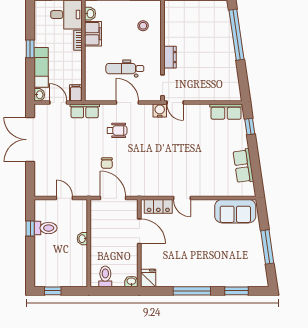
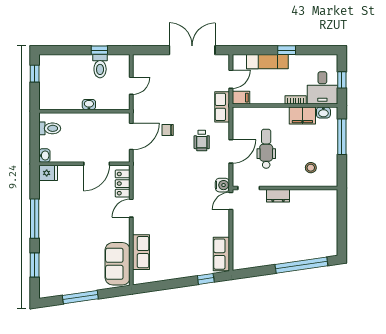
washbasin: (39, 95) -> (239, 60), removed
row of seats: (243, 166) -> (141, 252), moved, turned 98

